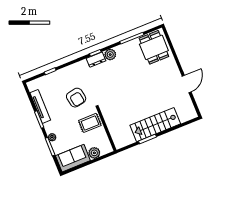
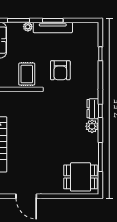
armchair: (76, 98) -> (60, 70), turned -80
tv unit: (40, 106) -> (53, 27), moved

